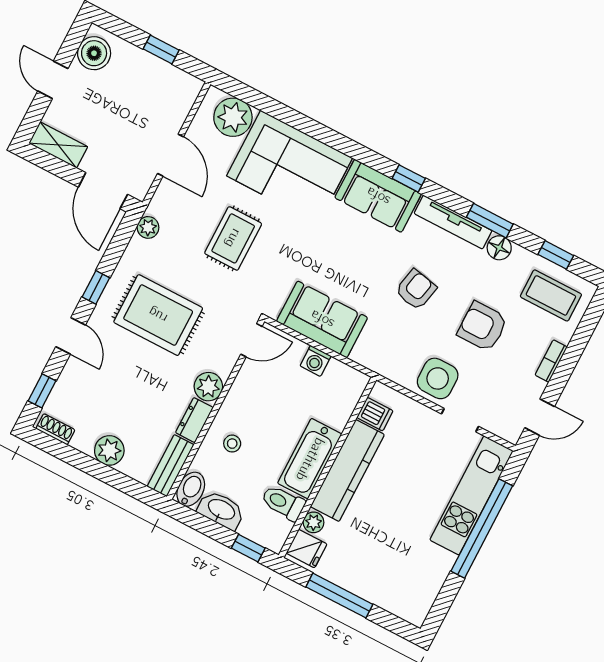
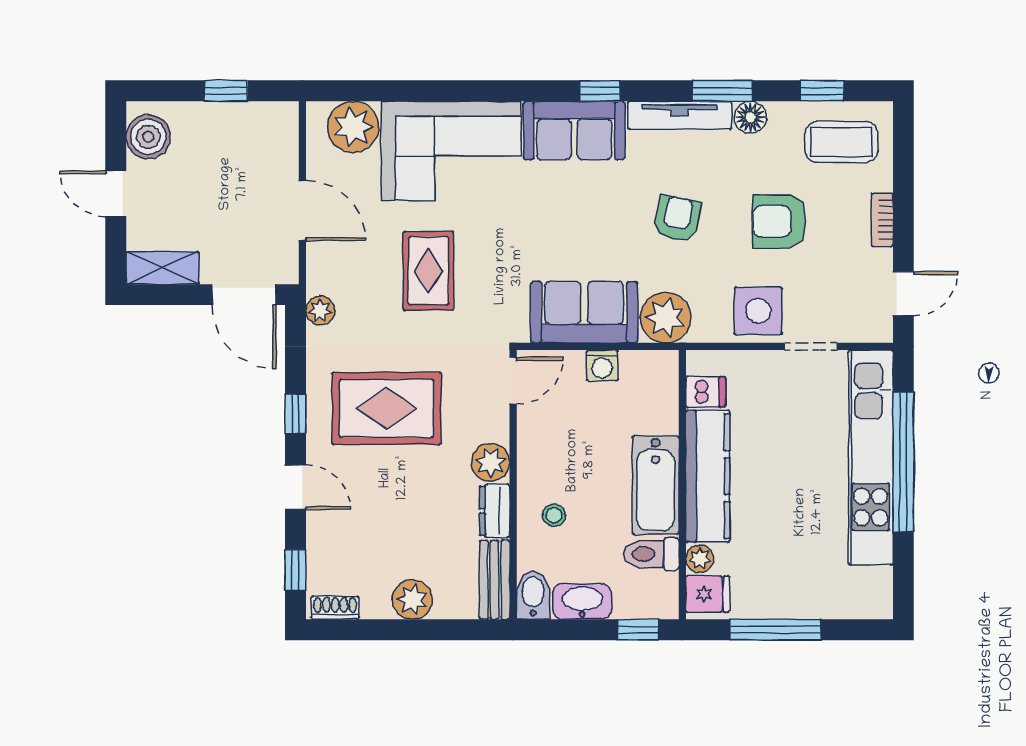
plant: (374, 351) -> (666, 318), added
kitchen unit: (472, 495) -> (871, 458), width x1.36

